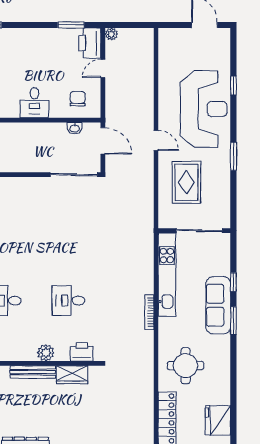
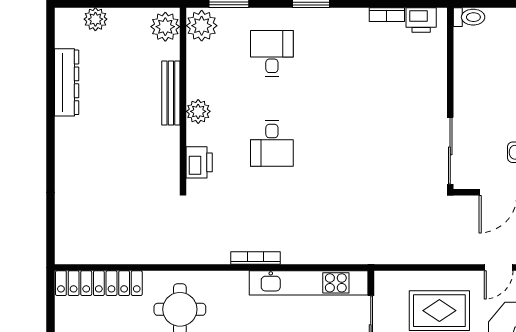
desk: (68, 301) -> (272, 143), turned 180
wardrobe: (72, 375) -> (167, 149), removed

